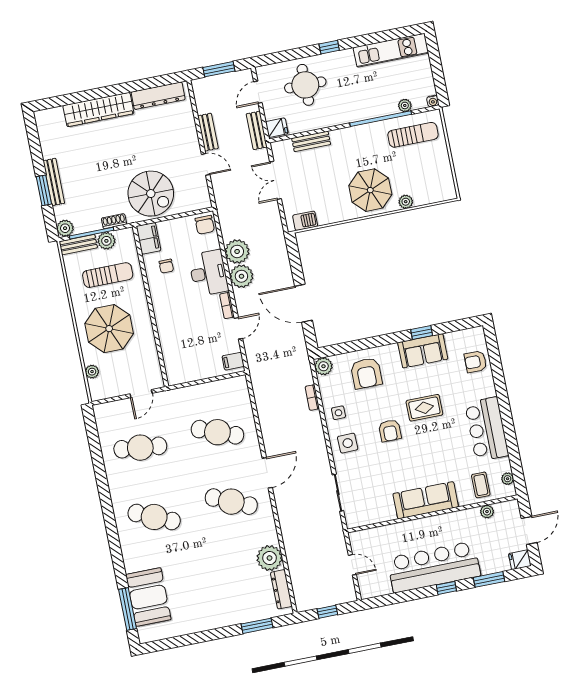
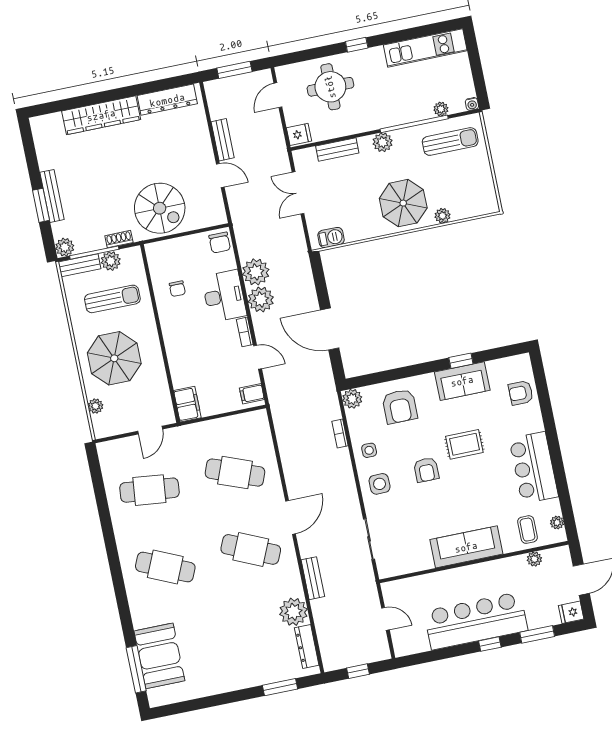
bench: (257, 130) -> (313, 578), moved
plant: (352, 135) -> (383, 142), added
filing cabinet: (148, 238) -> (187, 404), moved
door: (238, 328) -> (258, 357), hinge flipped

